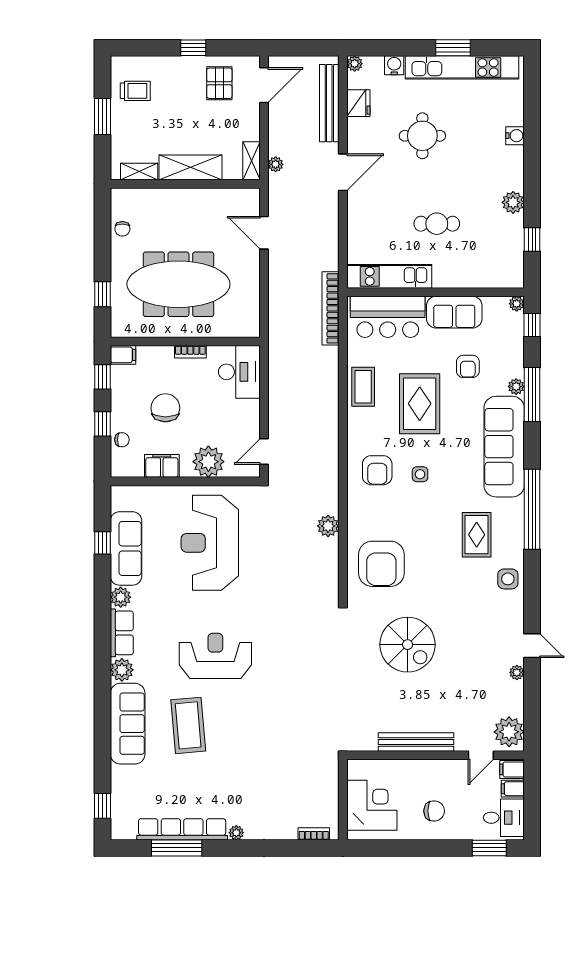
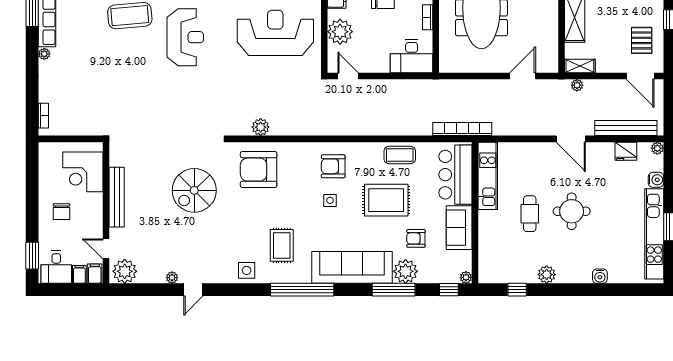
pallet: (219, 83) -> (642, 40), turned 90
round table: (422, 136) -> (572, 211), moved
plant: (516, 387) -> (406, 271), width x1.88, depth x1.88
plant: (328, 526) -> (261, 127), moved
rug: (477, 535) -> (282, 245), turned 90
corner desk: (372, 805) -> (83, 172), moved, turned 90

